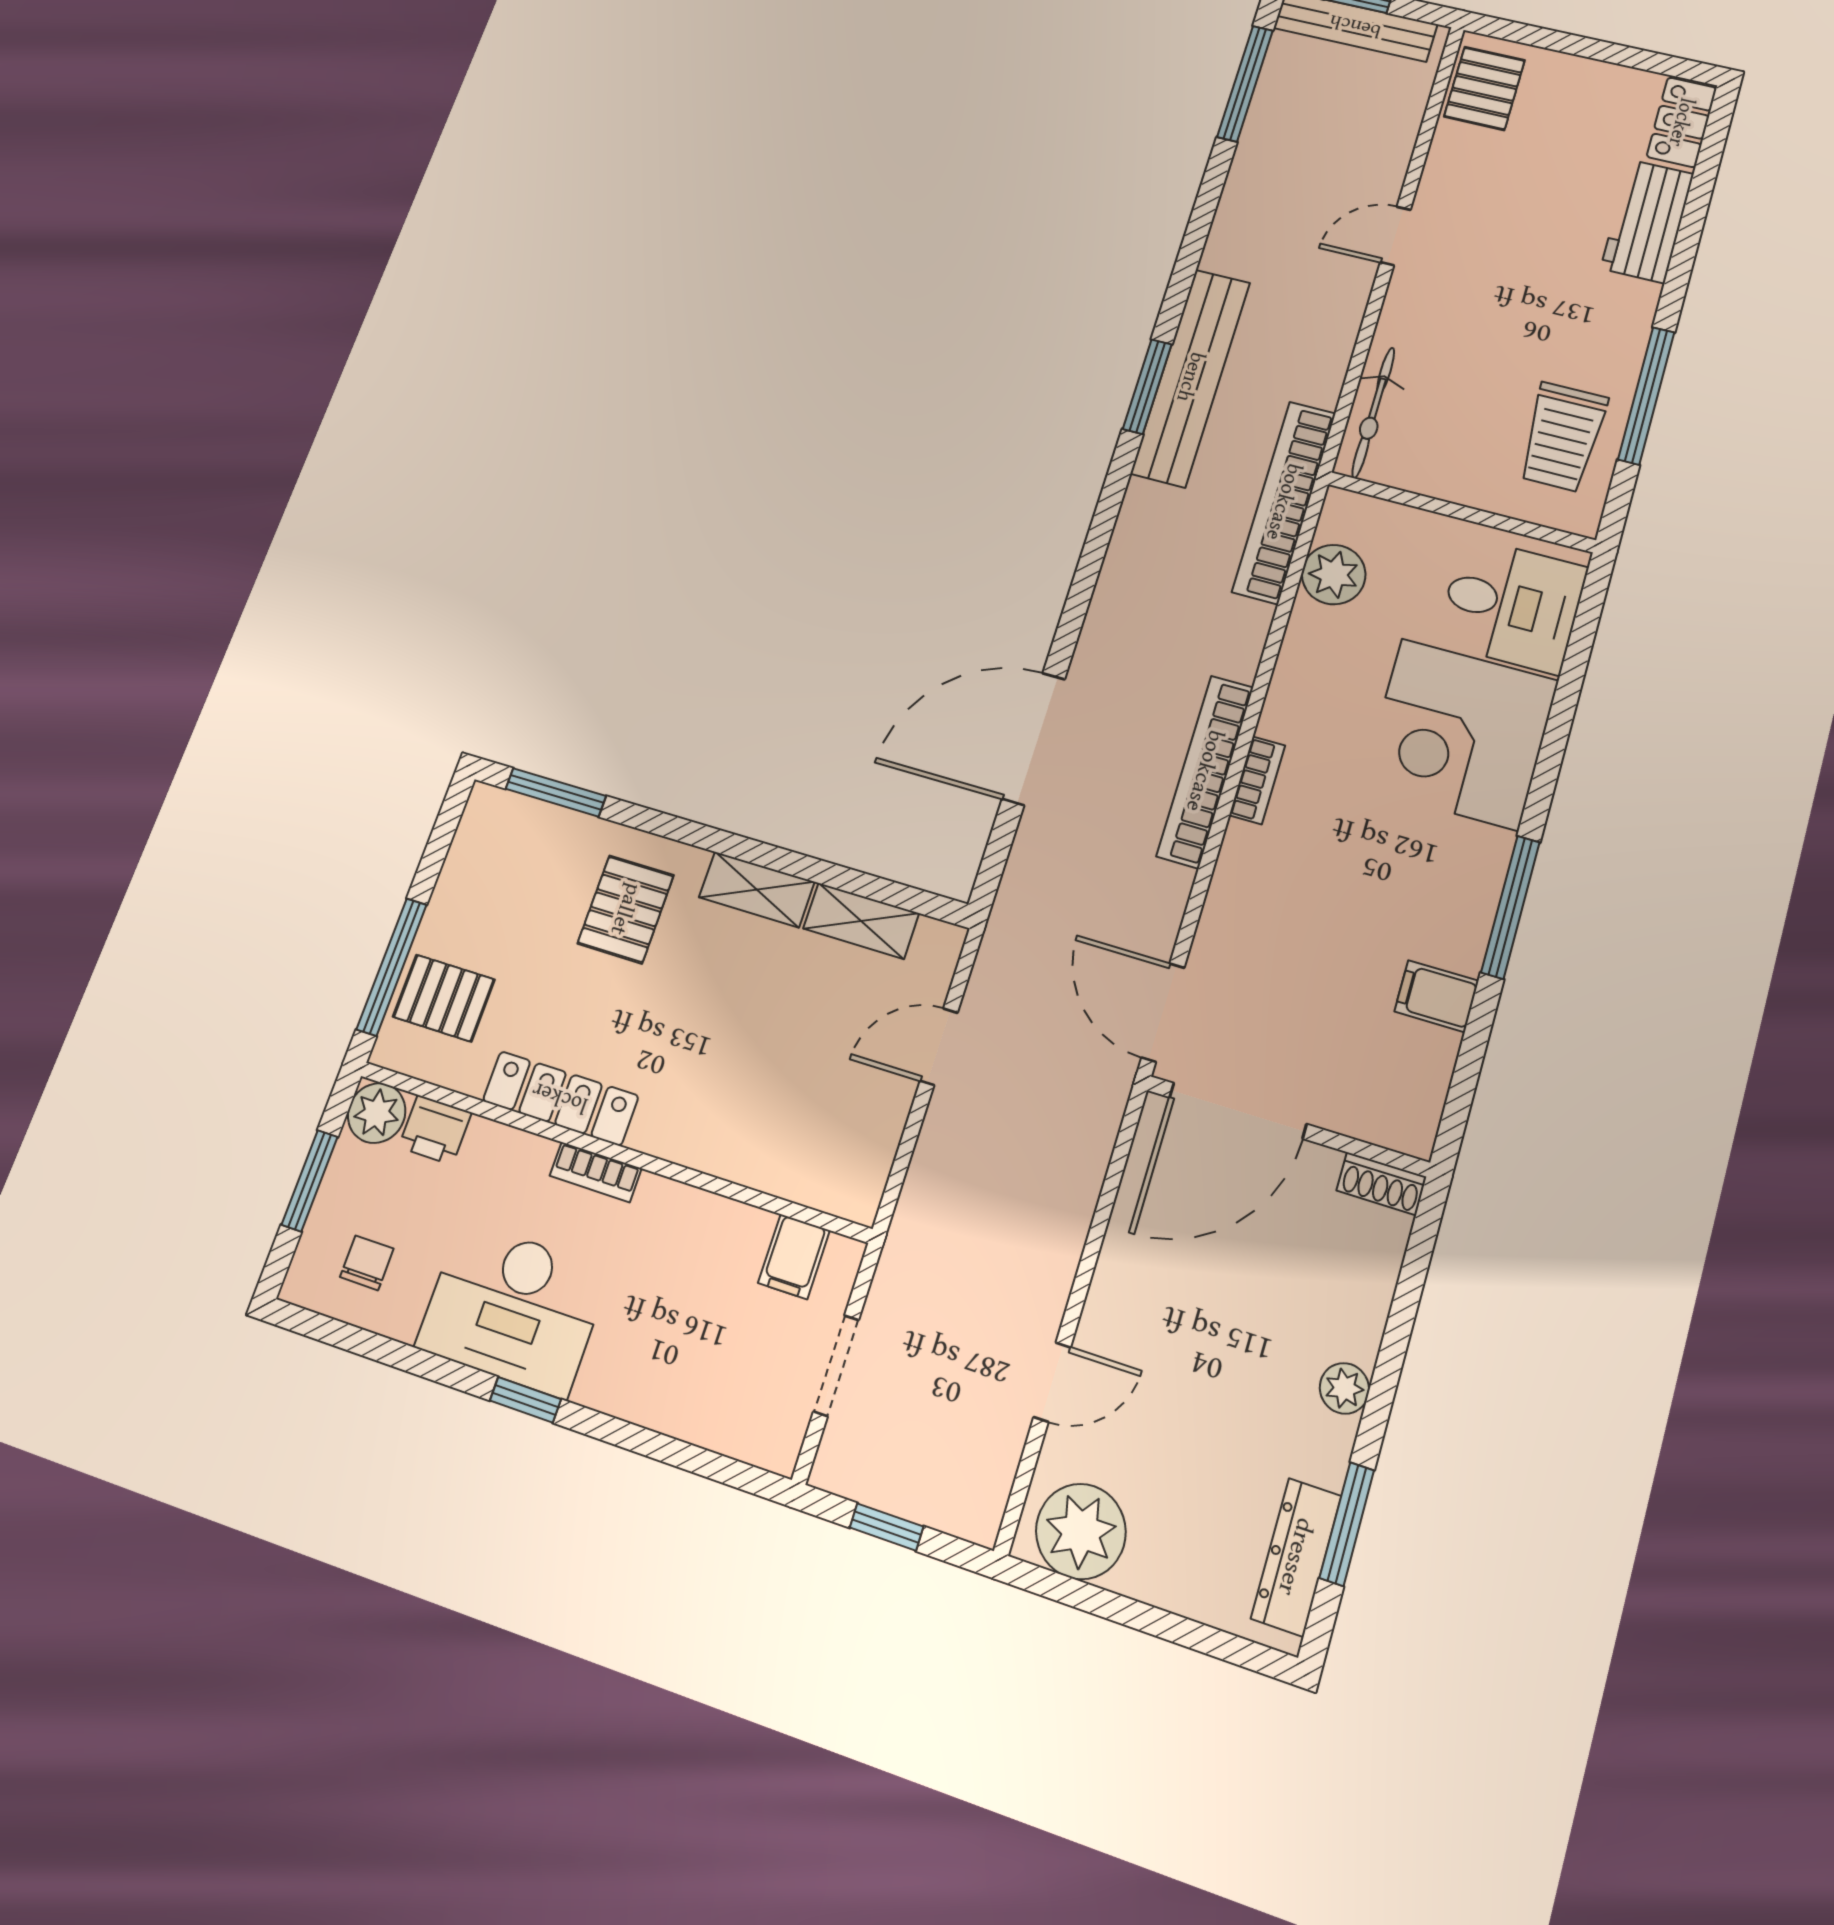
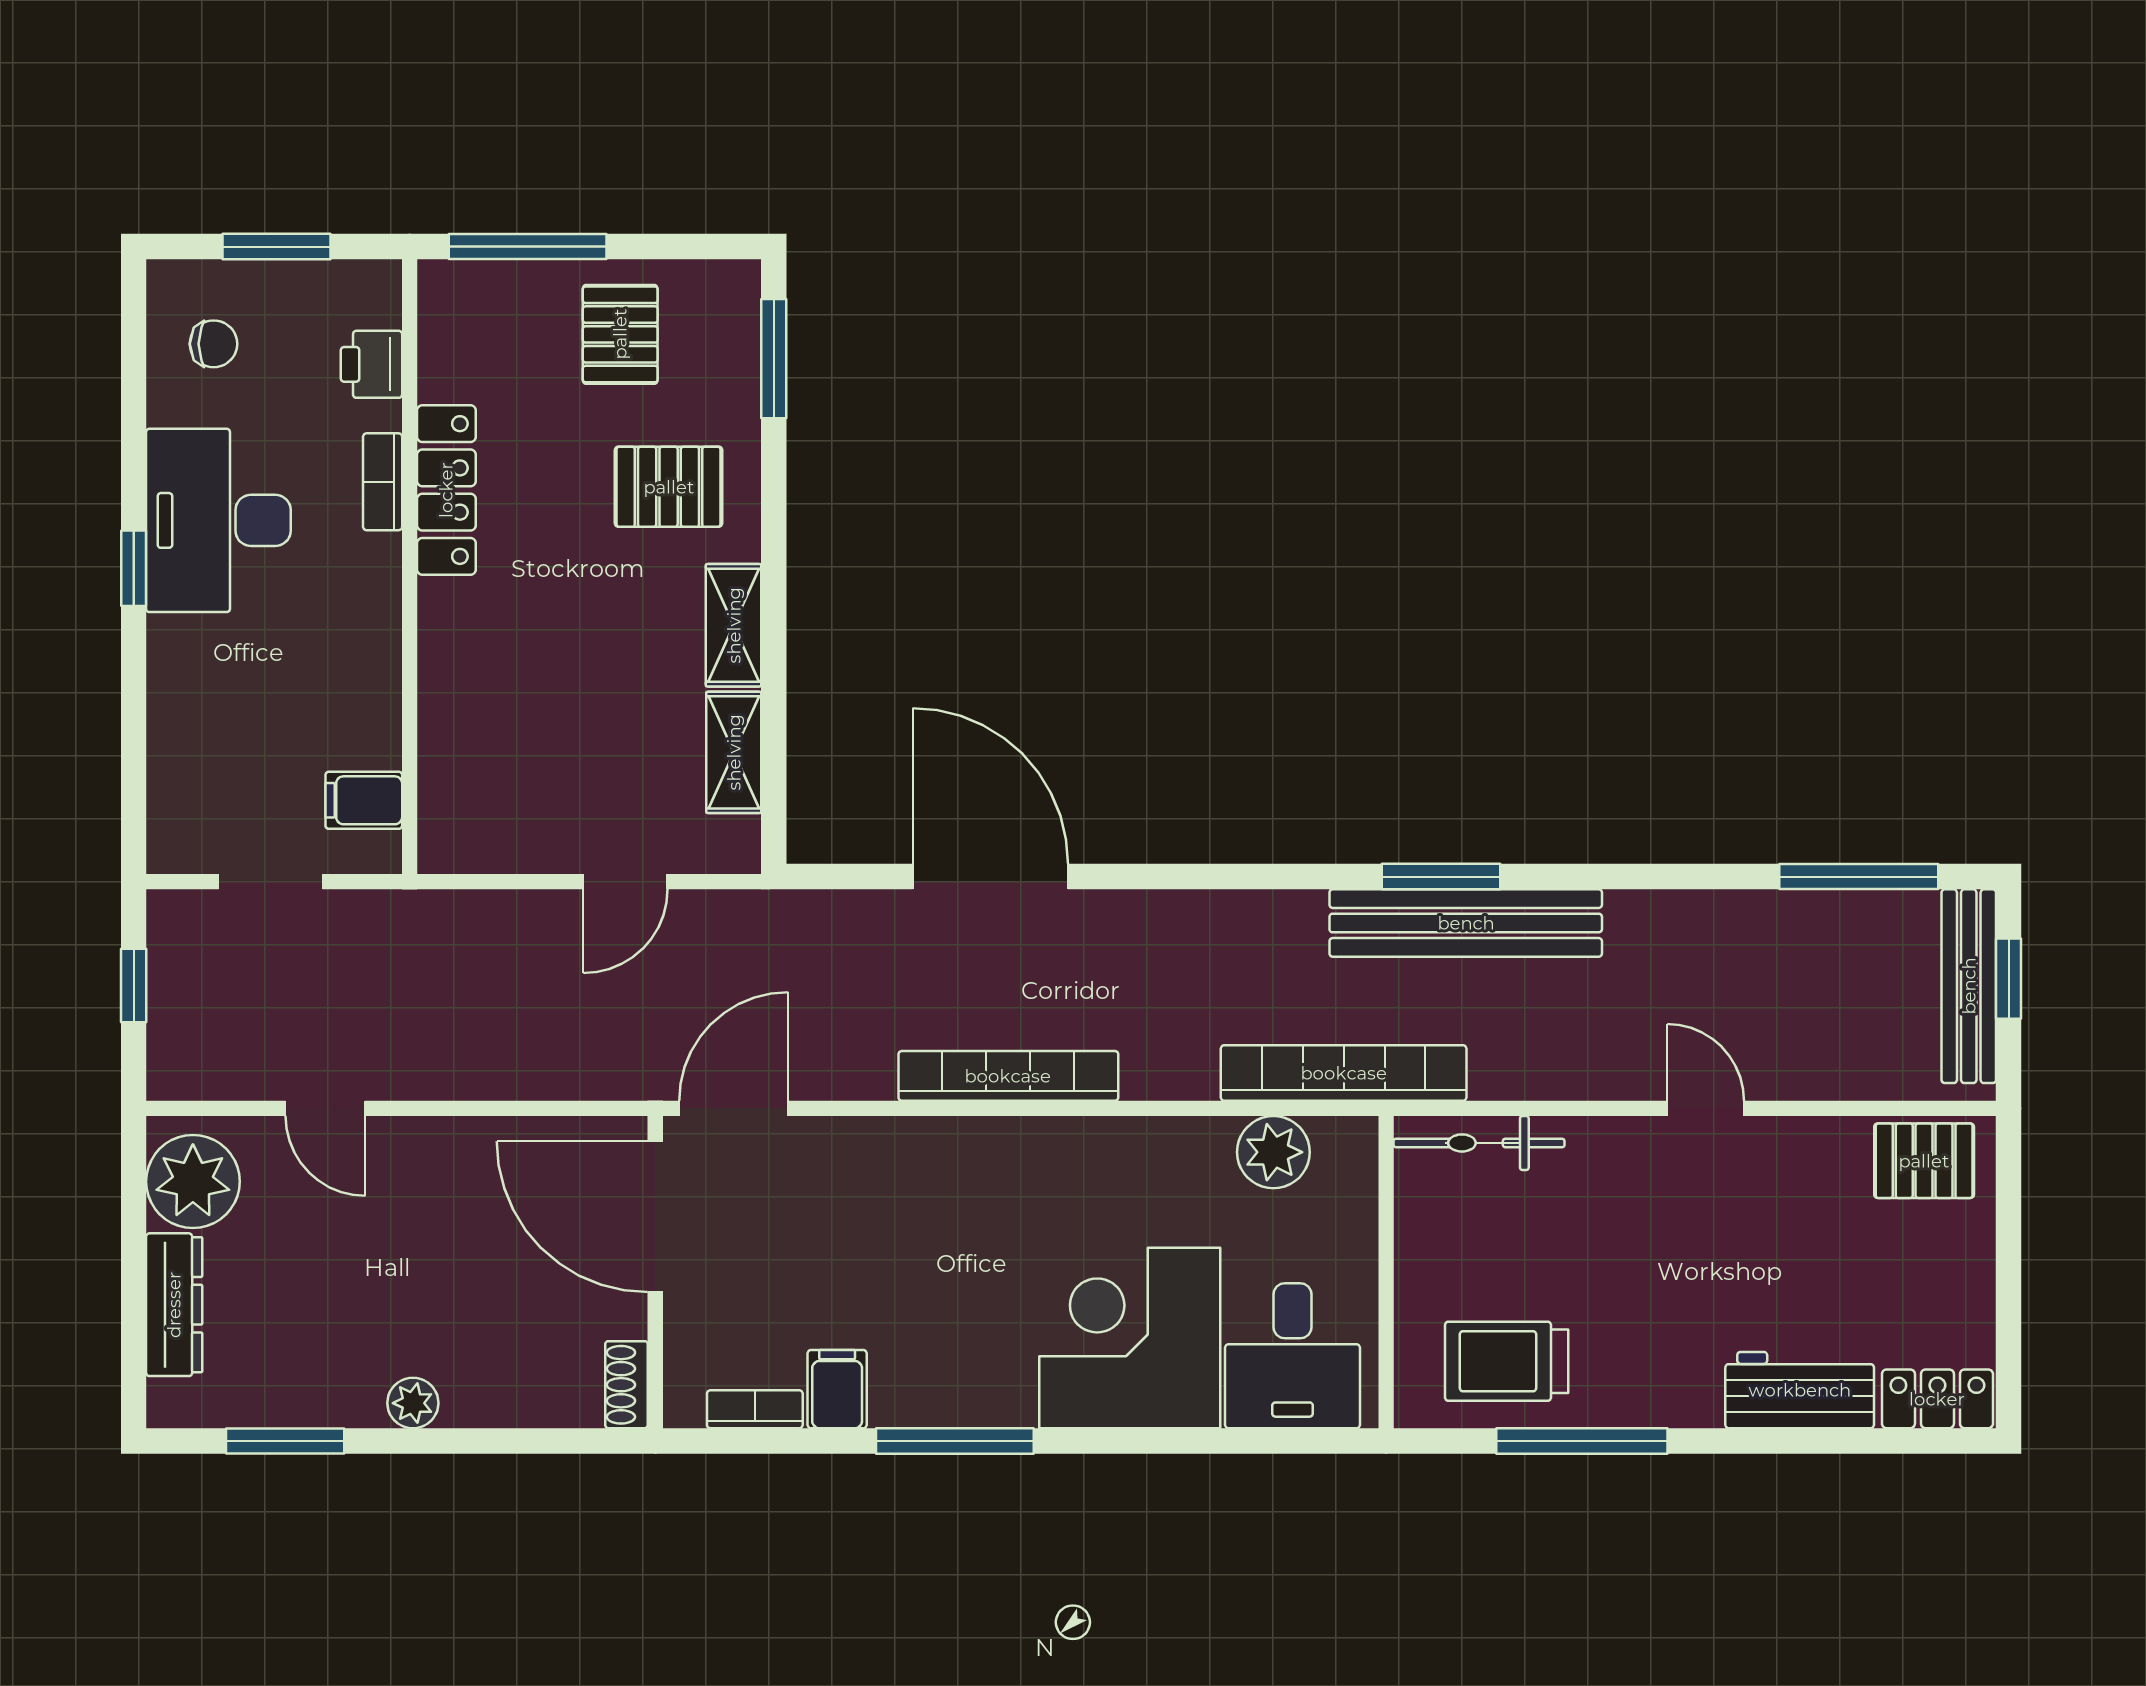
bookcase: (1257, 780) -> (755, 1409), moved, turned 180
pallet: (444, 998) -> (620, 334), moved
door: (939, 1047) -> (625, 882), swing flipped
plant: (377, 1113) -> (369, 292), removed
bookcase: (596, 1172) -> (383, 482), moved
dresser: (1296, 1557) -> (174, 1305), moved, turned 90

